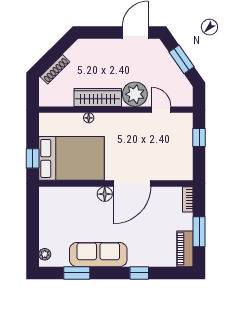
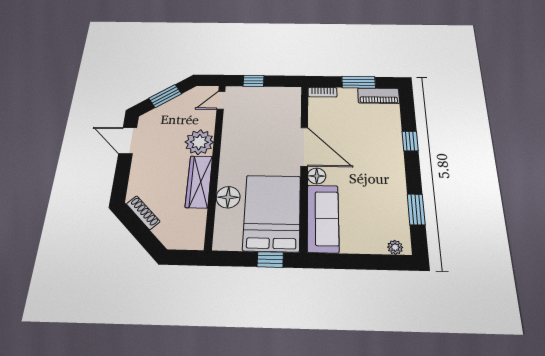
shoe rack: (55, 69) -> (143, 213), moved
door: (161, 110) -> (221, 100), moved
floor lamp: (89, 118) -> (228, 197), width x1.89, depth x1.89
sofa: (98, 255) -> (323, 218), moved, turned 180

